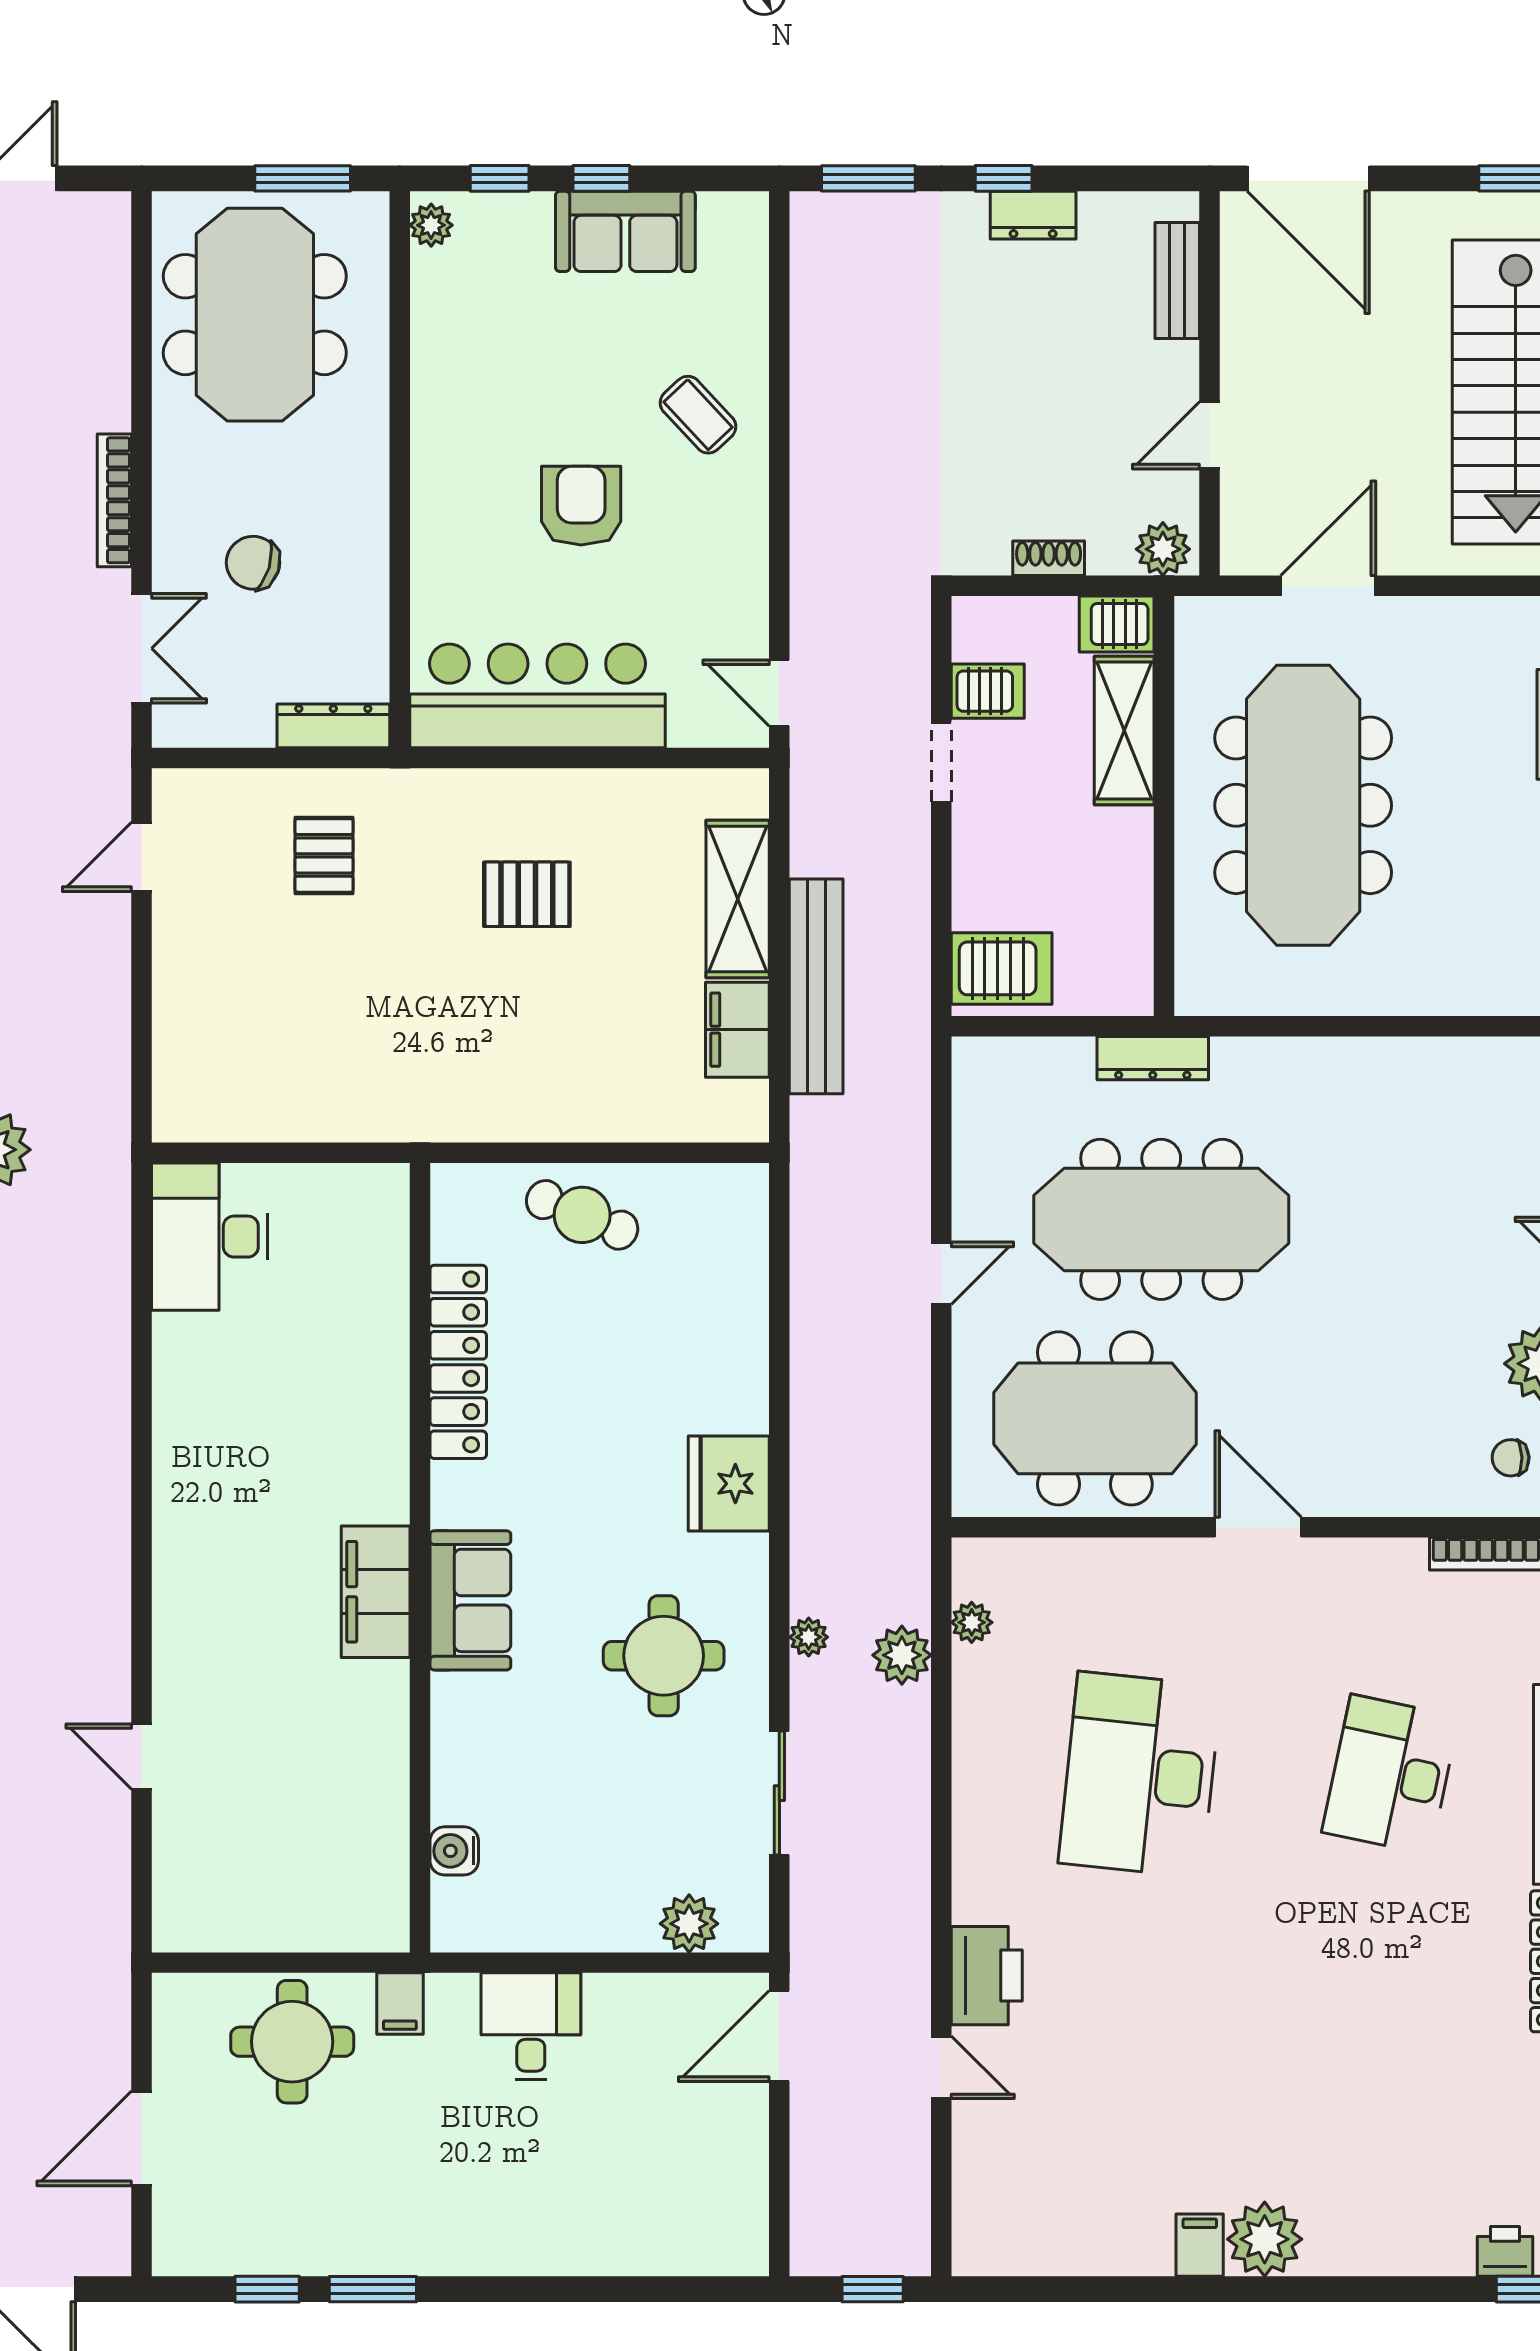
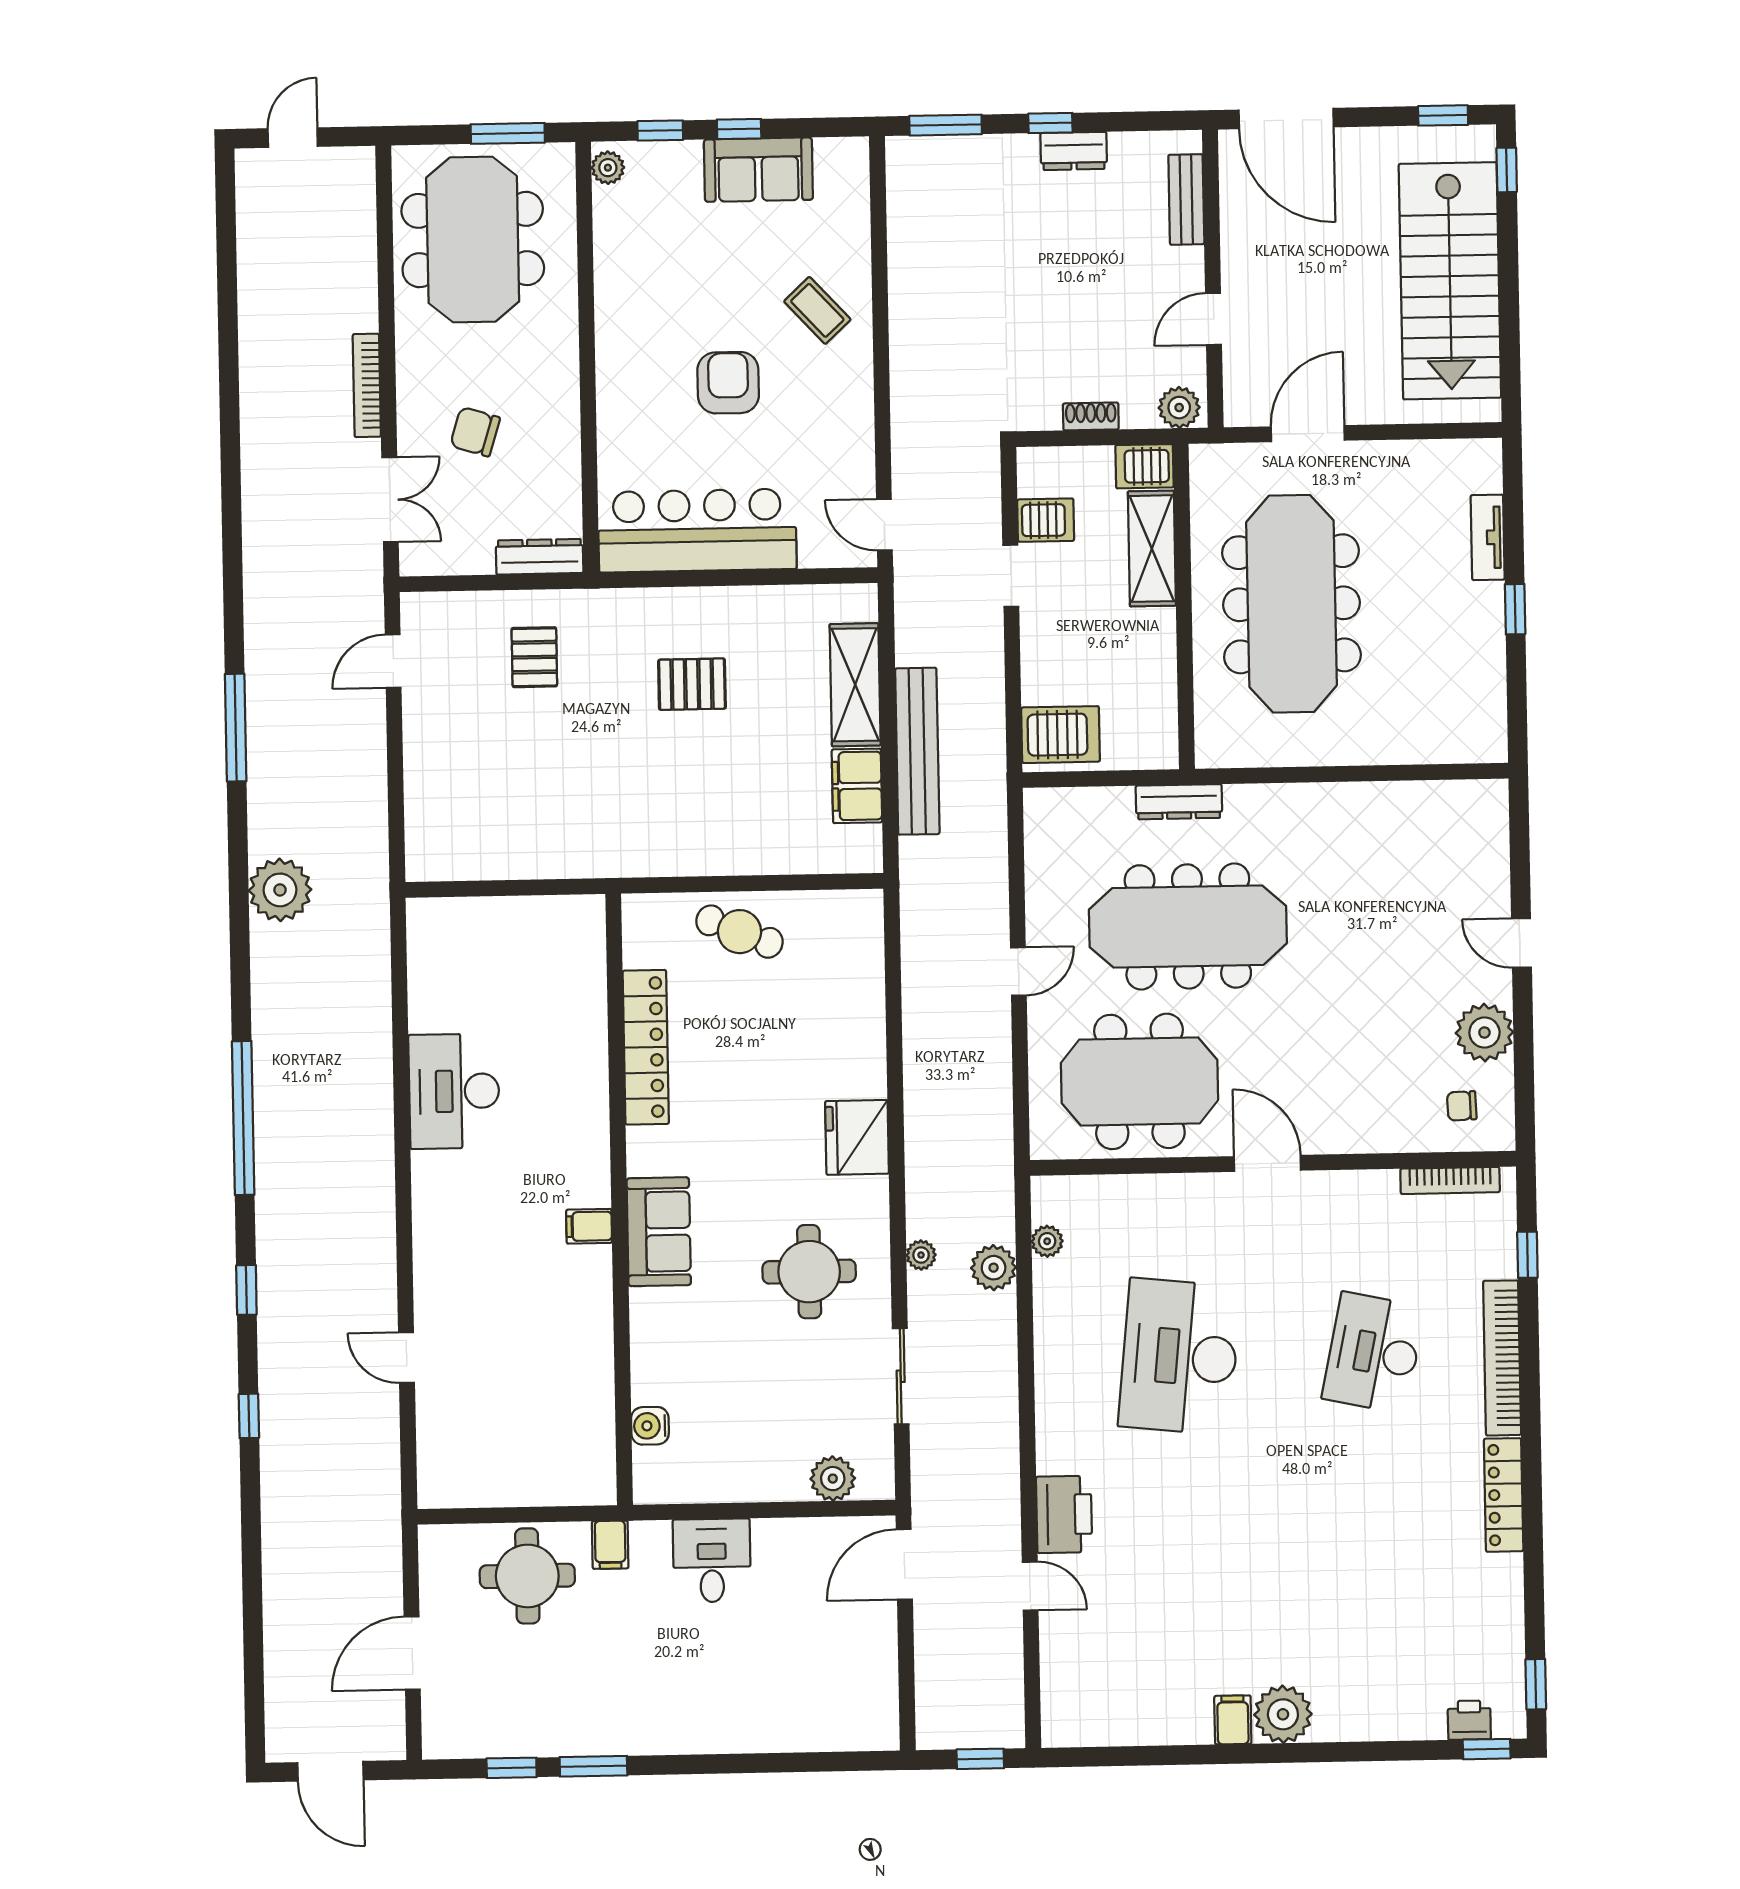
desk: (210, 1237) -> (454, 1091), moved
filing cabinet: (376, 1592) -> (589, 1226), width x0.33, depth x0.86

